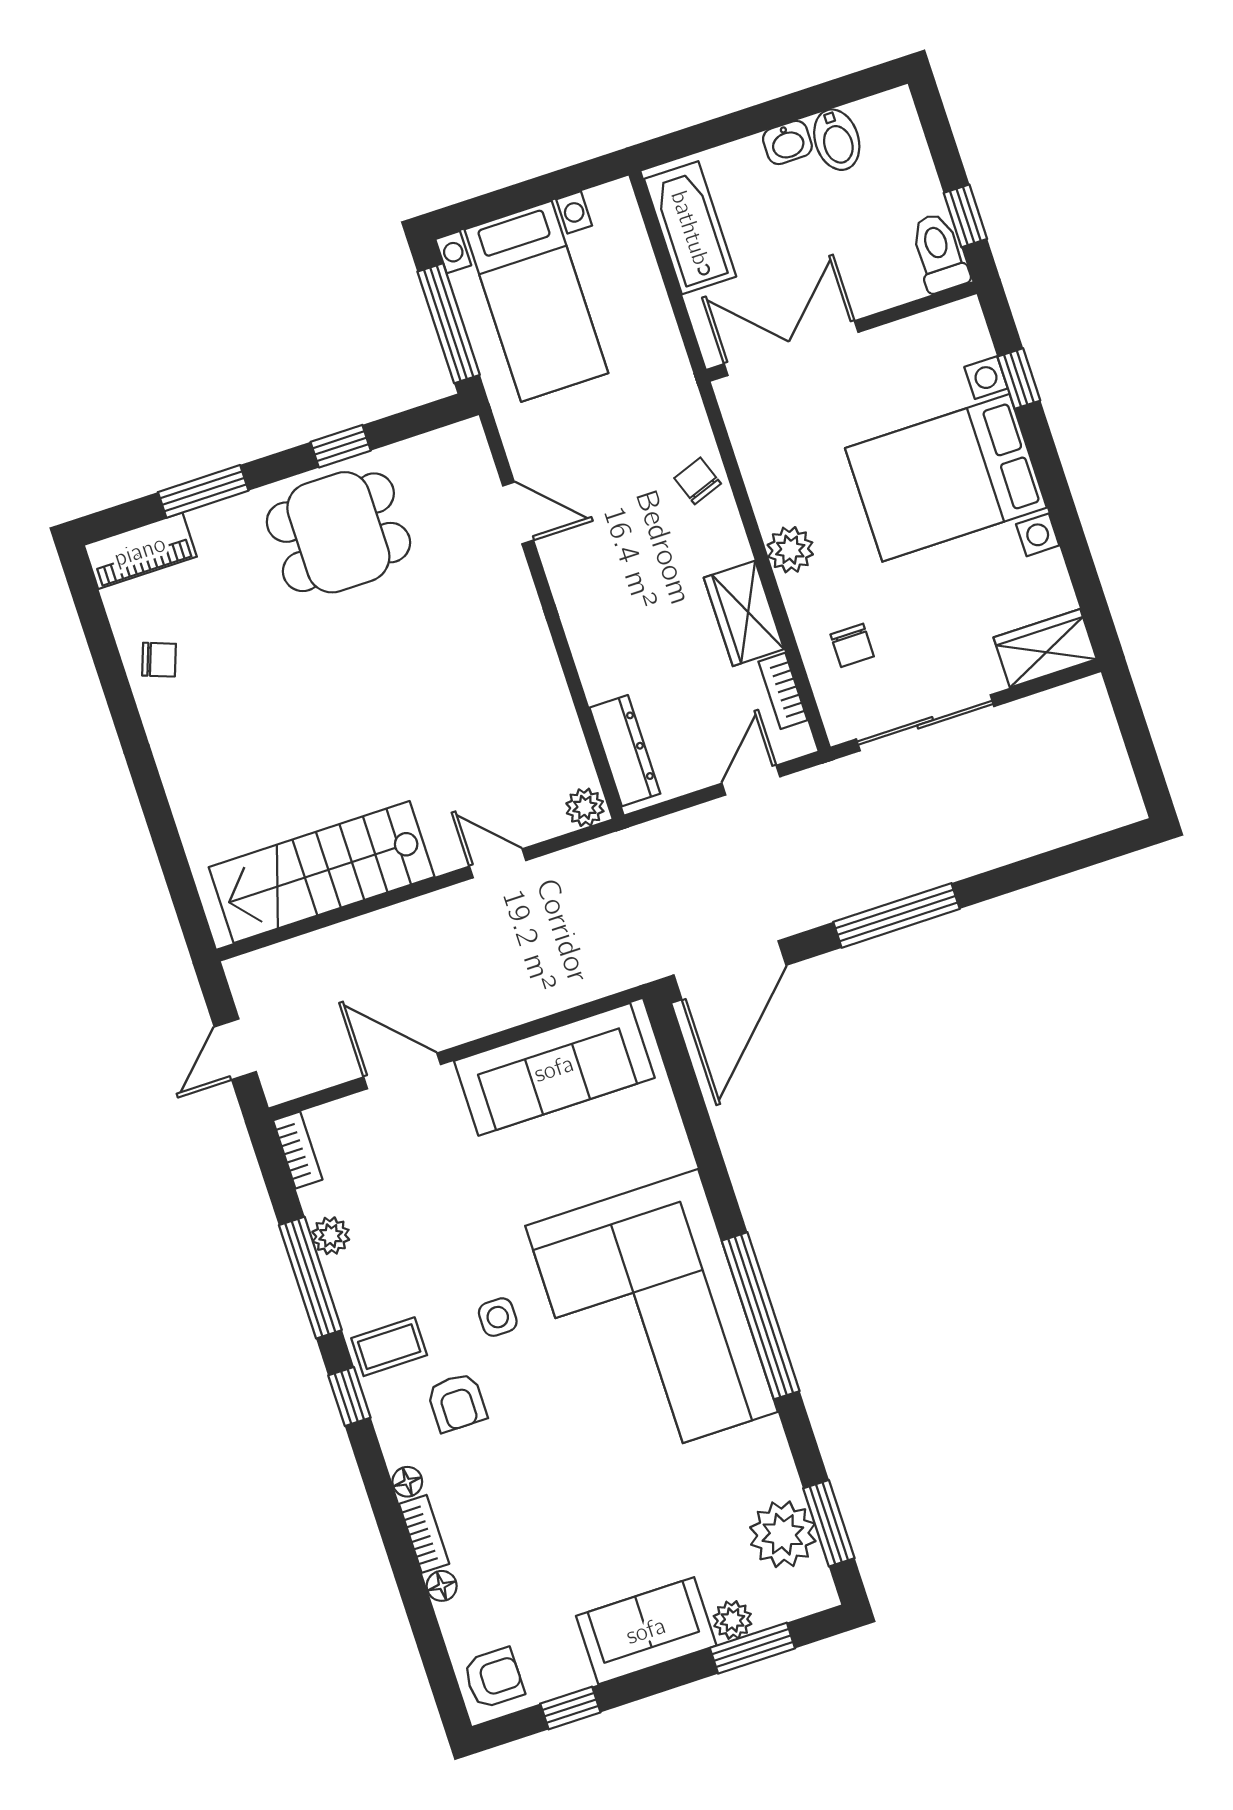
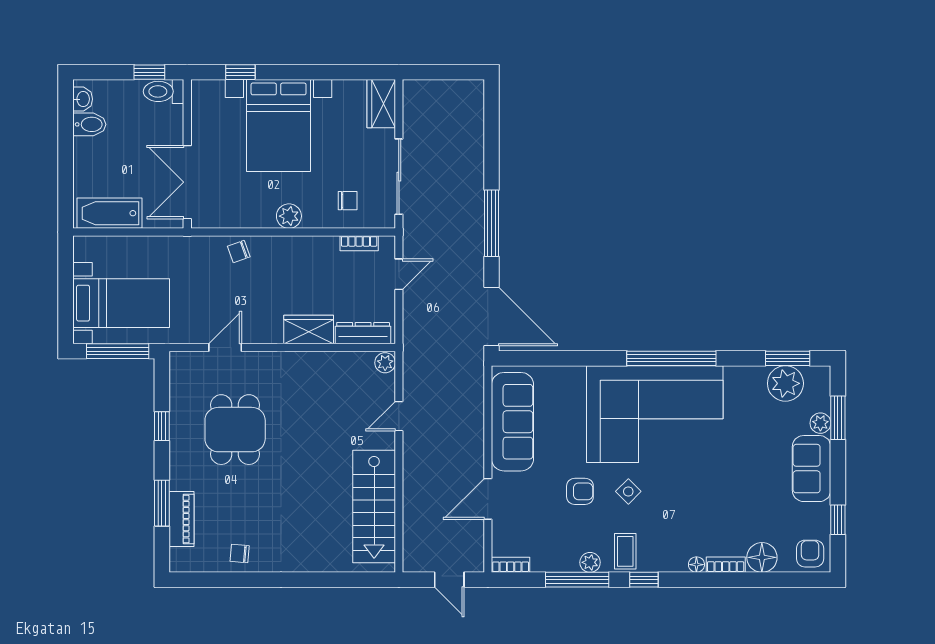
washbasin: (787, 142) -> (83, 99), moved
dining table: (338, 532) -> (235, 430), moved
piano: (140, 551) -> (181, 519), moved
wardrobe: (744, 613) -> (309, 330), moved, turned 180
chair: (159, 660) -> (240, 553), turned -105
door: (751, 780) -> (399, 274), swing flipped
plant: (331, 1236) -> (590, 562), moved
side table: (498, 1317) -> (628, 491), turned 45
armchair: (457, 1402) -> (580, 491), moved
floor lamp: (442, 1586) -> (762, 557), width x1.89, depth x1.89

